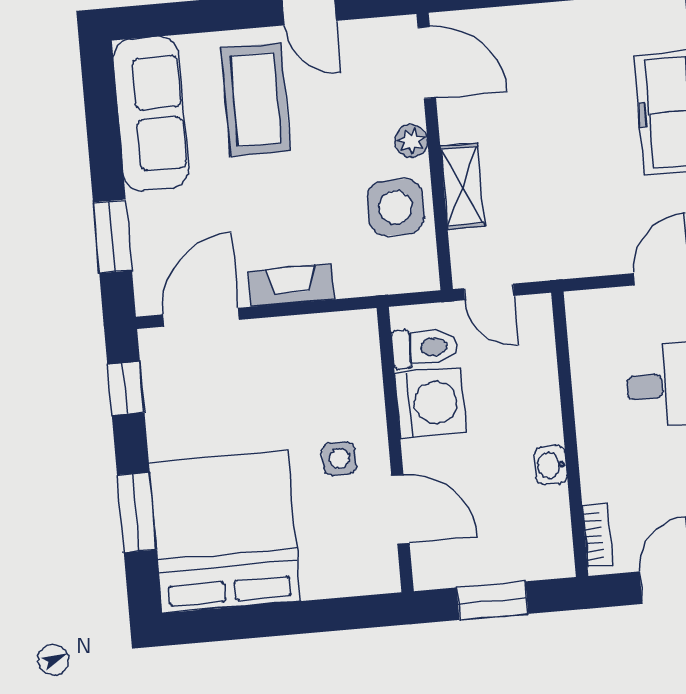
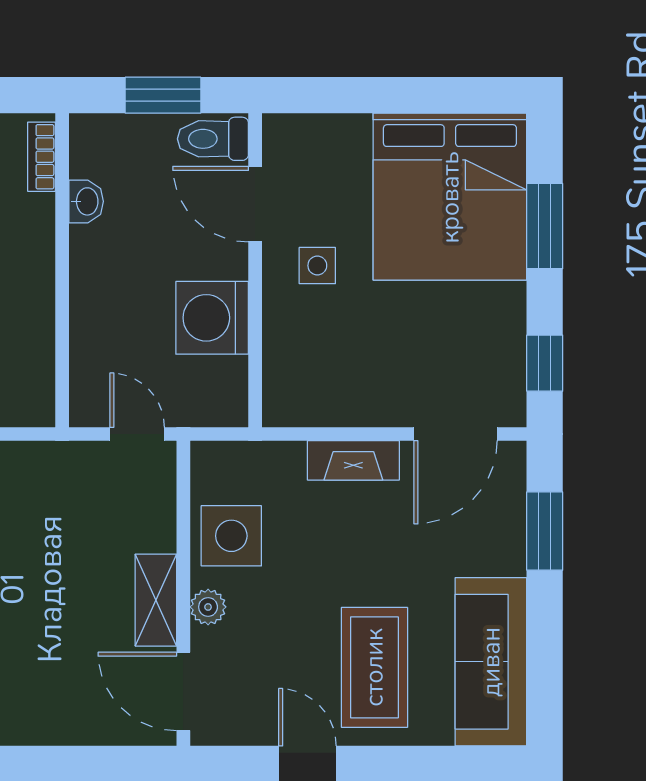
shelving: (463, 186) -> (156, 600), moved
toilet: (425, 347) -> (213, 139), moved
washbasin: (551, 465) -> (86, 201), moved

